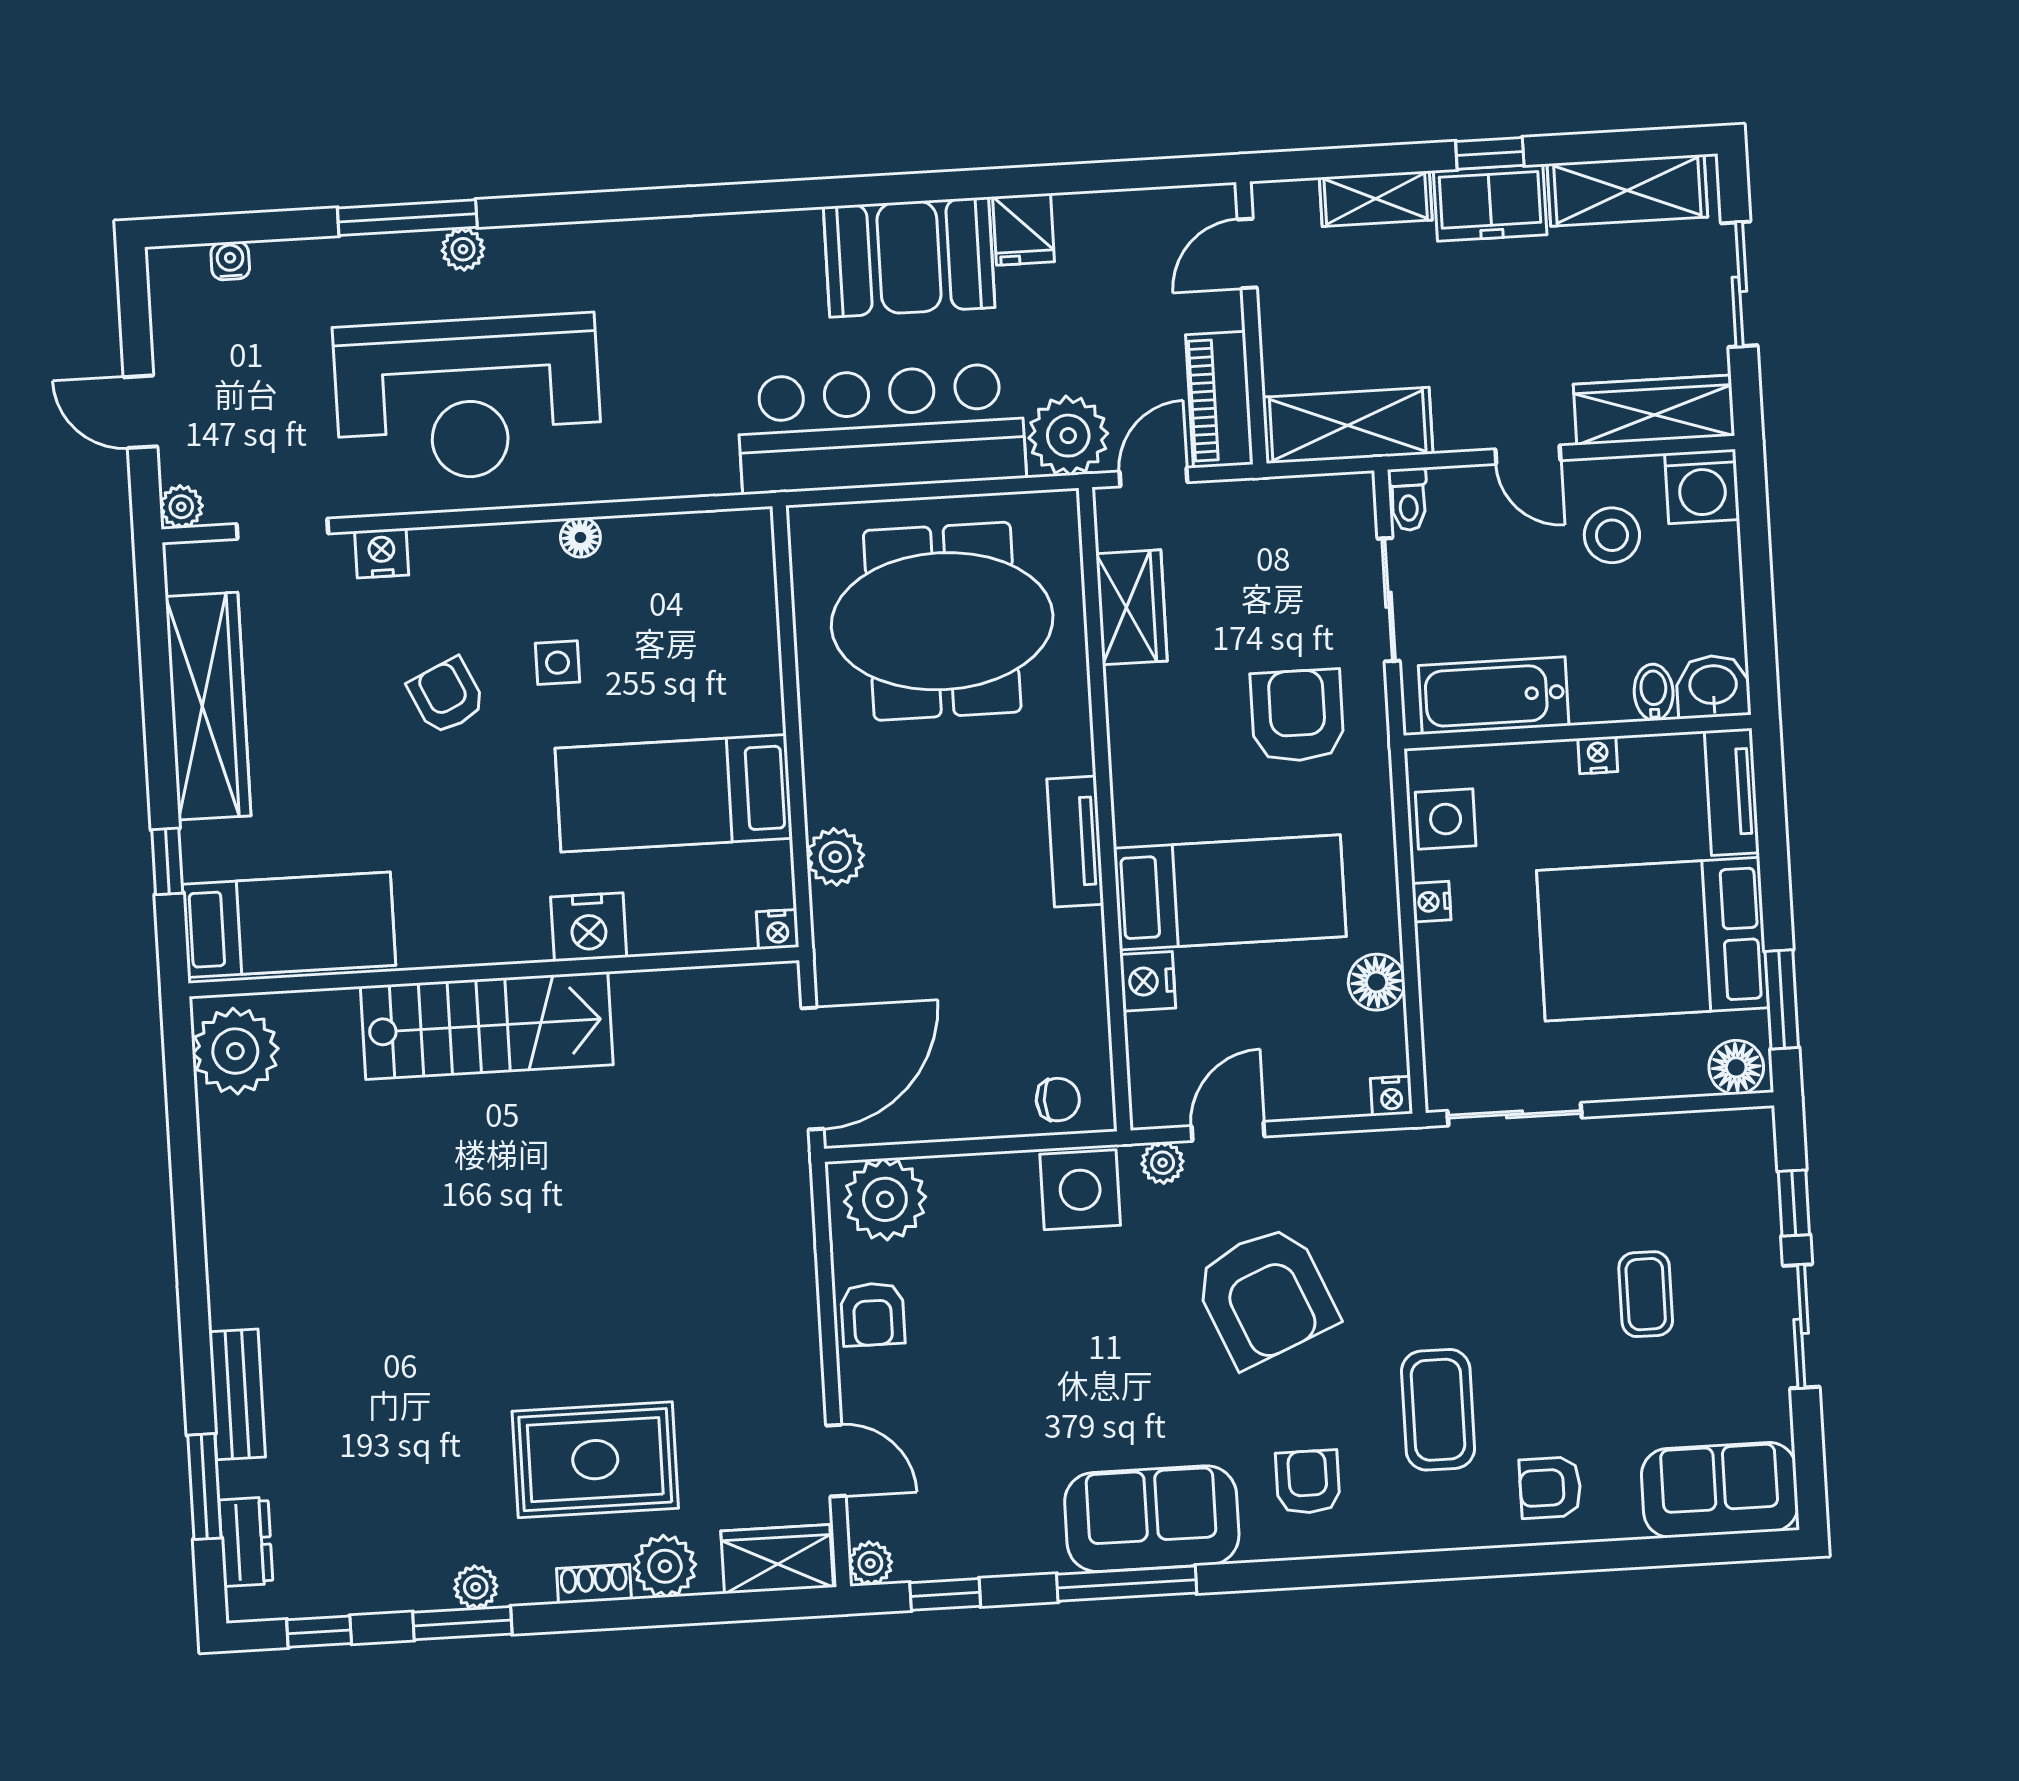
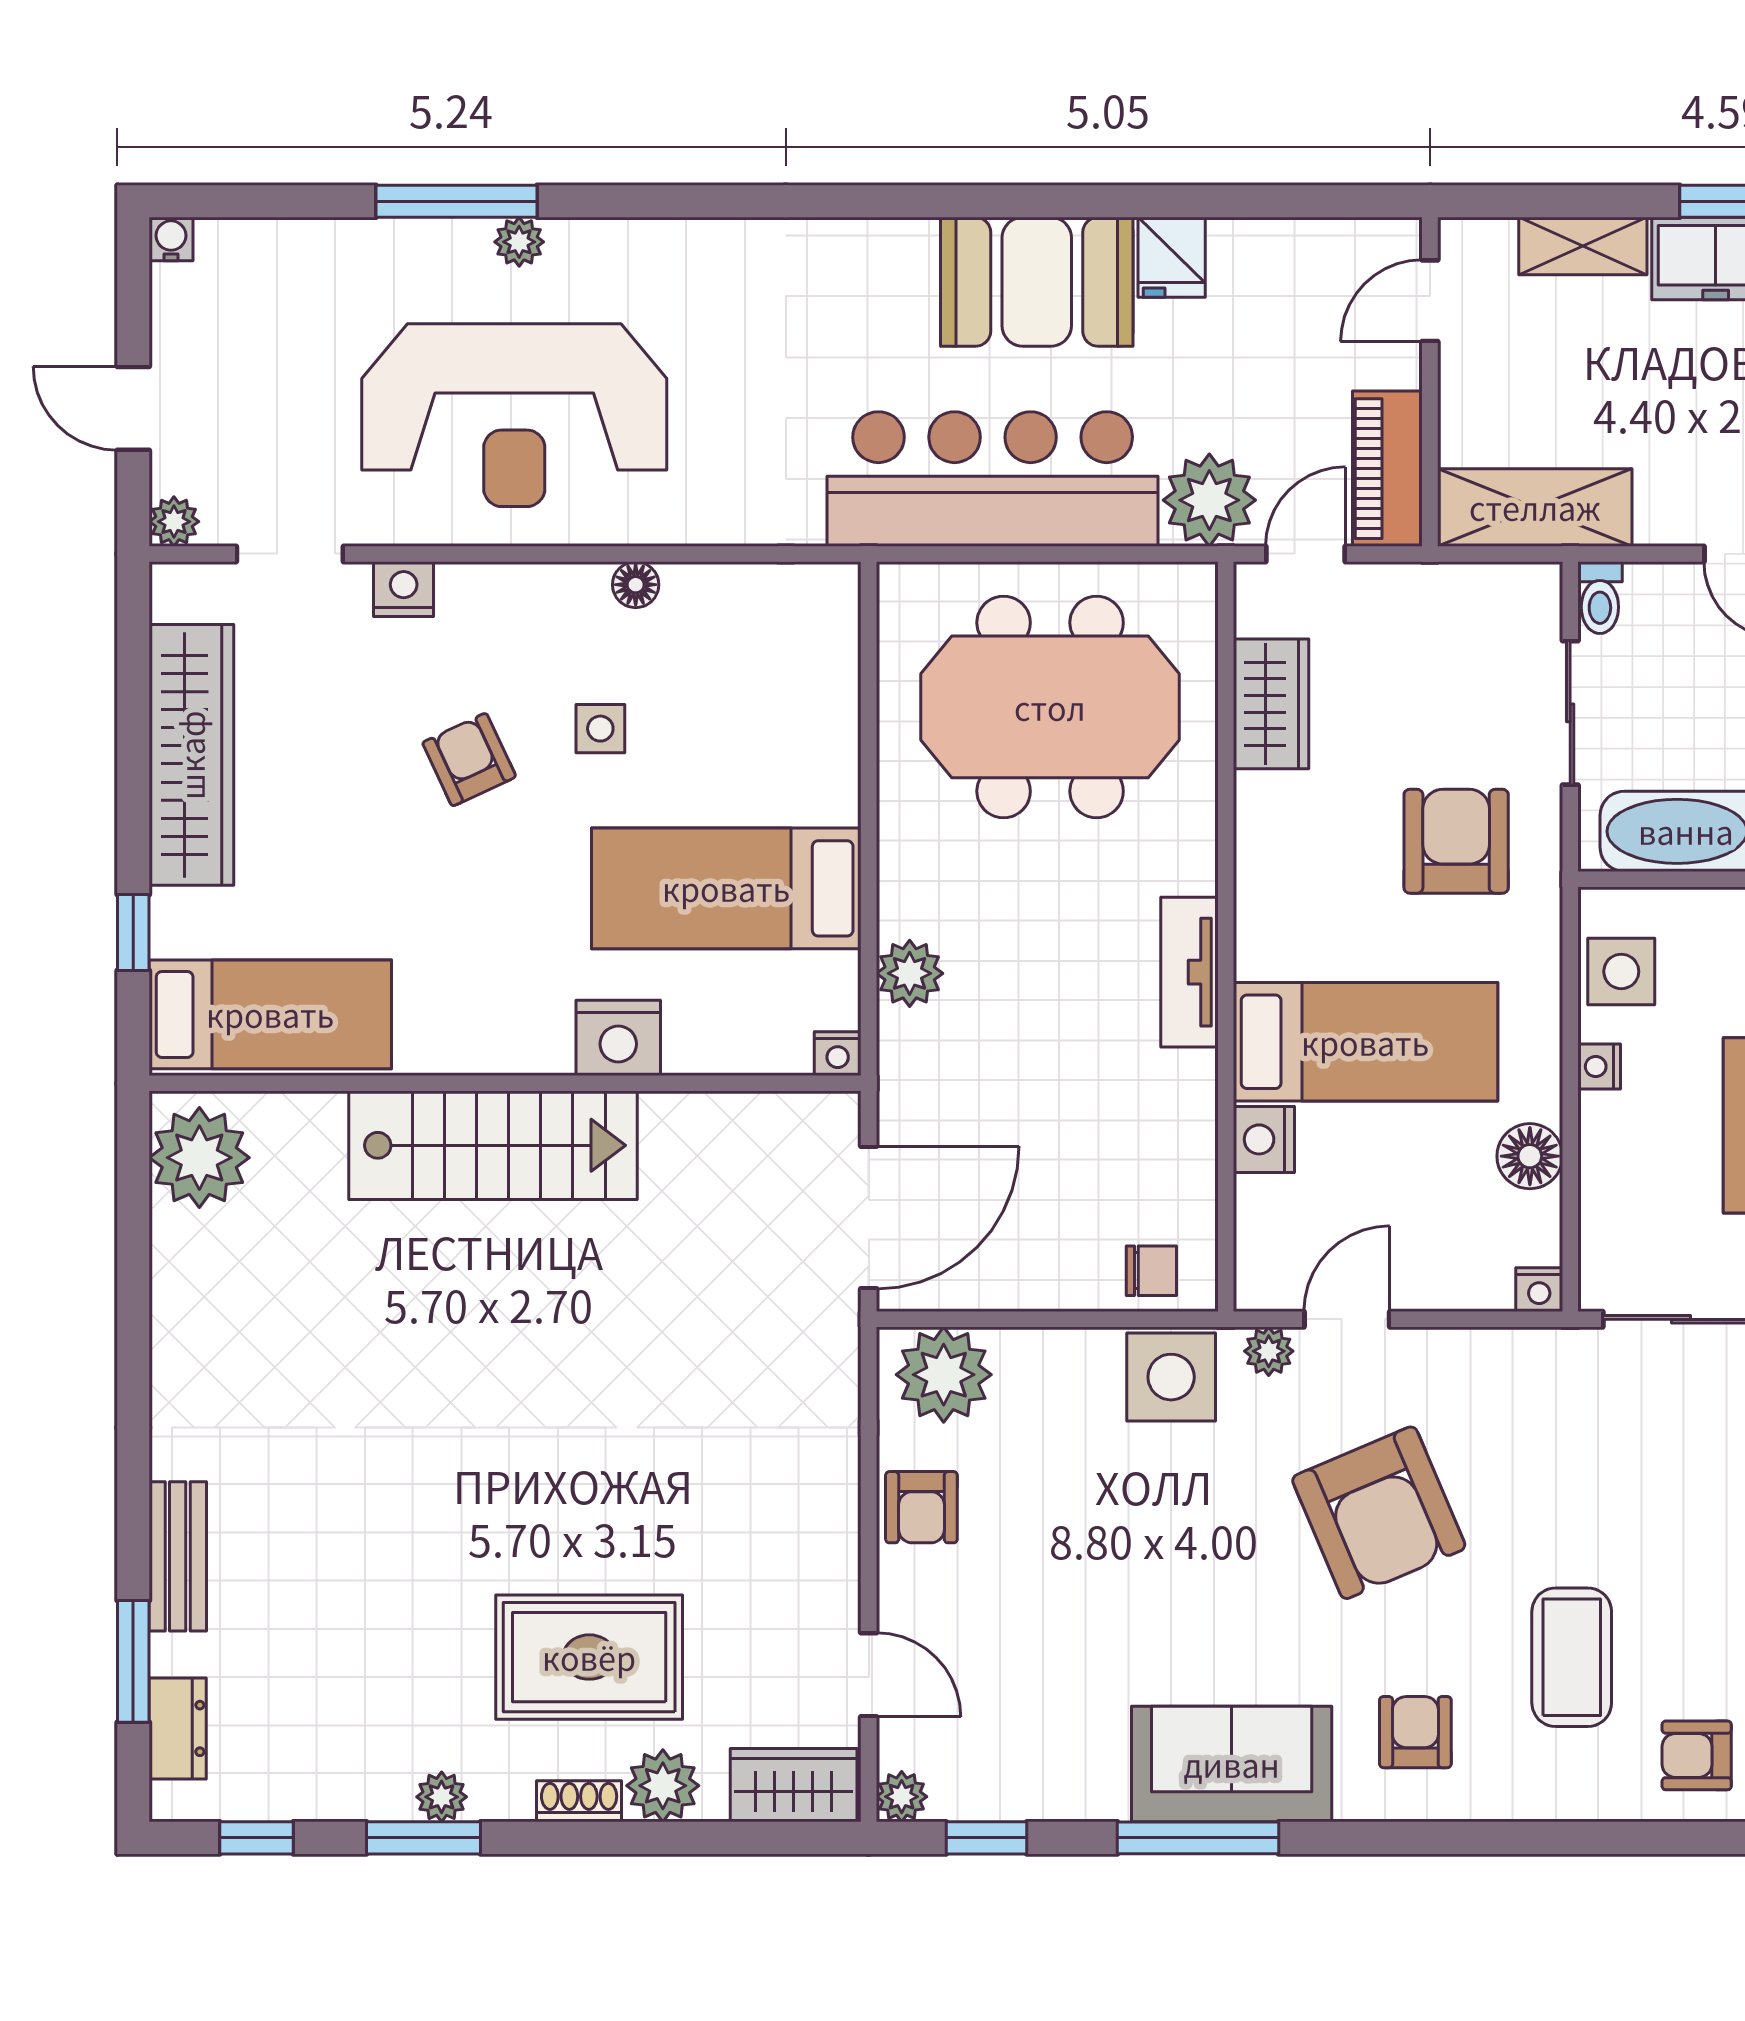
water cooler: (230, 261) -> (171, 239), moved

